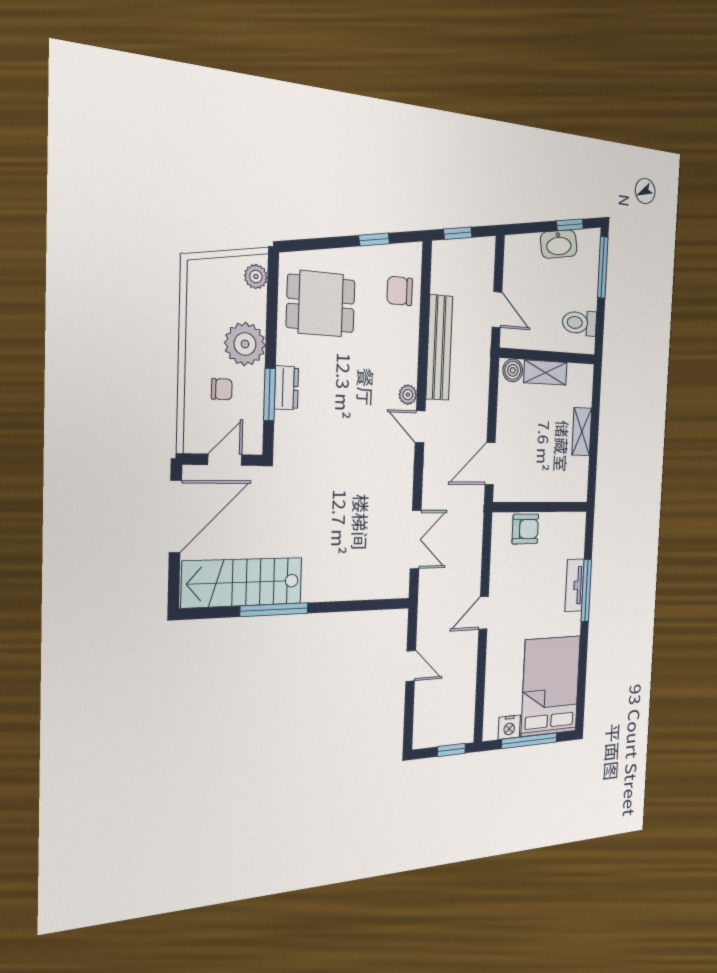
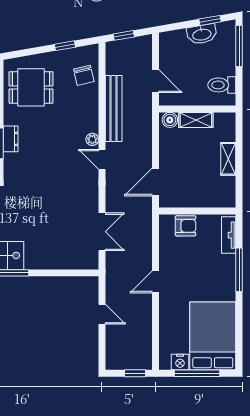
chair: (400, 291) -> (84, 75), turned -103
tv unit: (574, 585) -> (229, 235), moved

